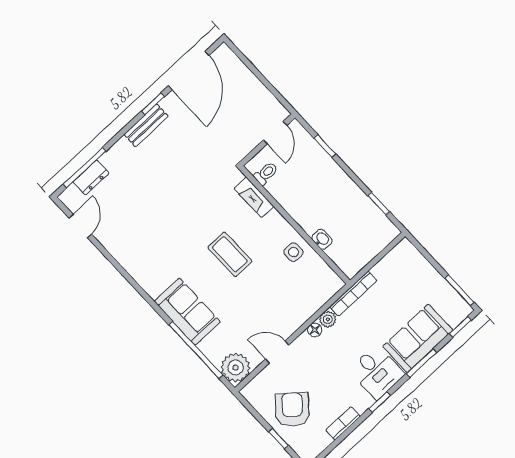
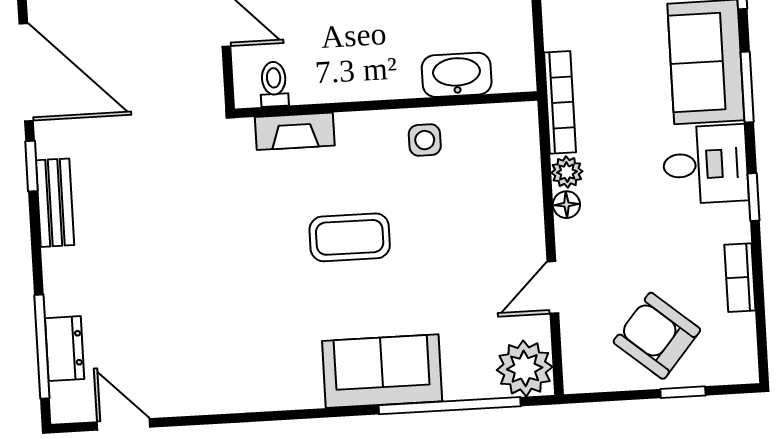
washbasin: (322, 239) -> (457, 75), width x1.91, depth x1.45

